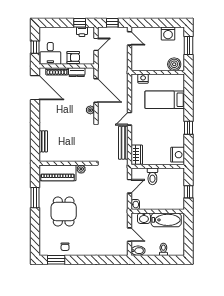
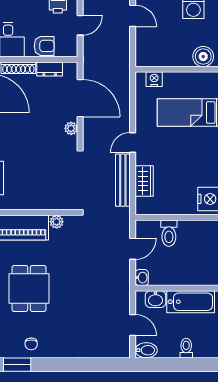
wardrobe: (137, 155) -> (144, 181), moved

